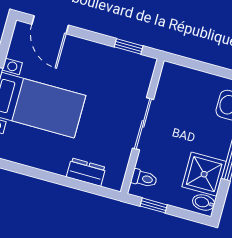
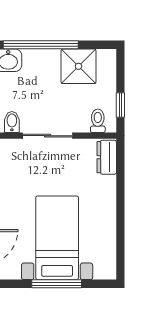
dresser: (86, 172) -> (107, 157), moved
bidet: (204, 202) -> (12, 122), moved, turned 180

